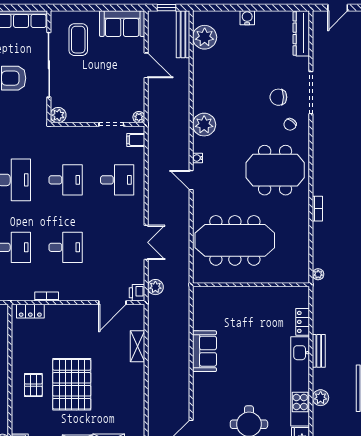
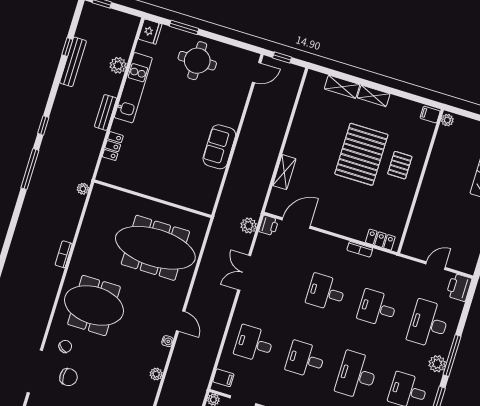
plant: (204, 125) -> (156, 374), width x0.53, depth x0.53
kitchen unit: (300, 381) -> (133, 88), width x0.73

